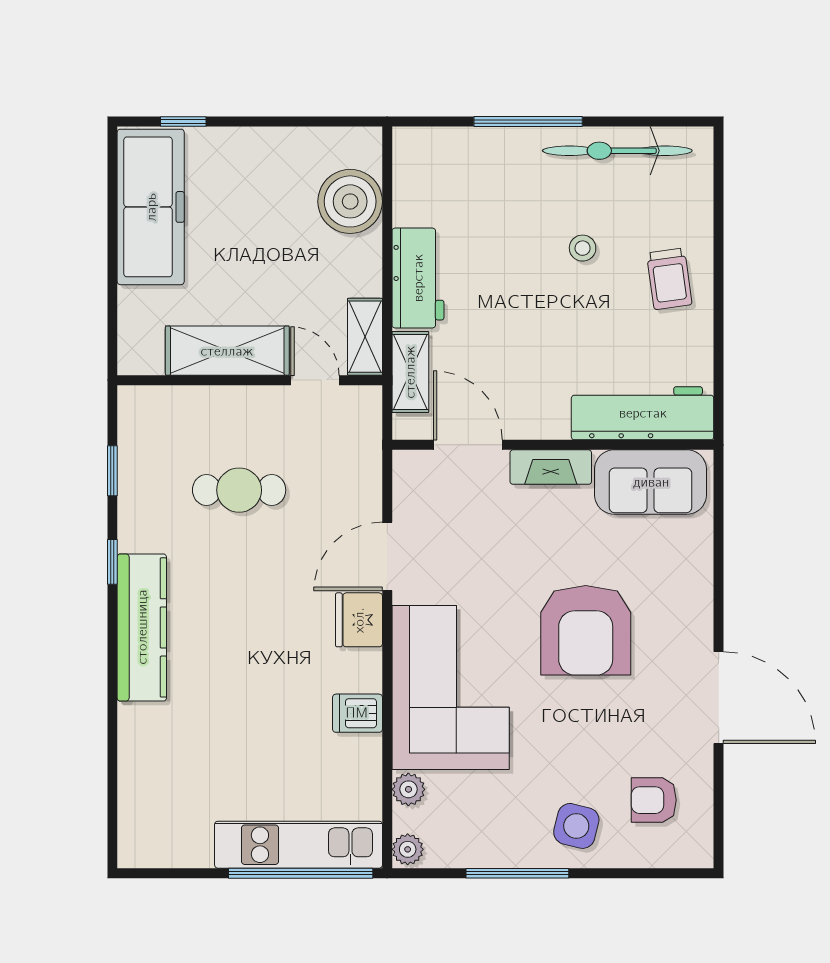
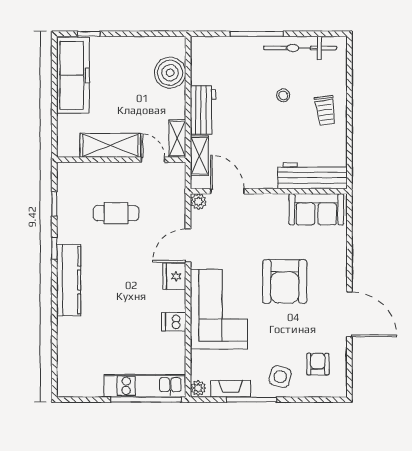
fireplace: (551, 467) -> (231, 389), moved, turned 180
plant: (408, 789) -> (198, 202), moved
armchair: (654, 800) -> (318, 364), turned 90

